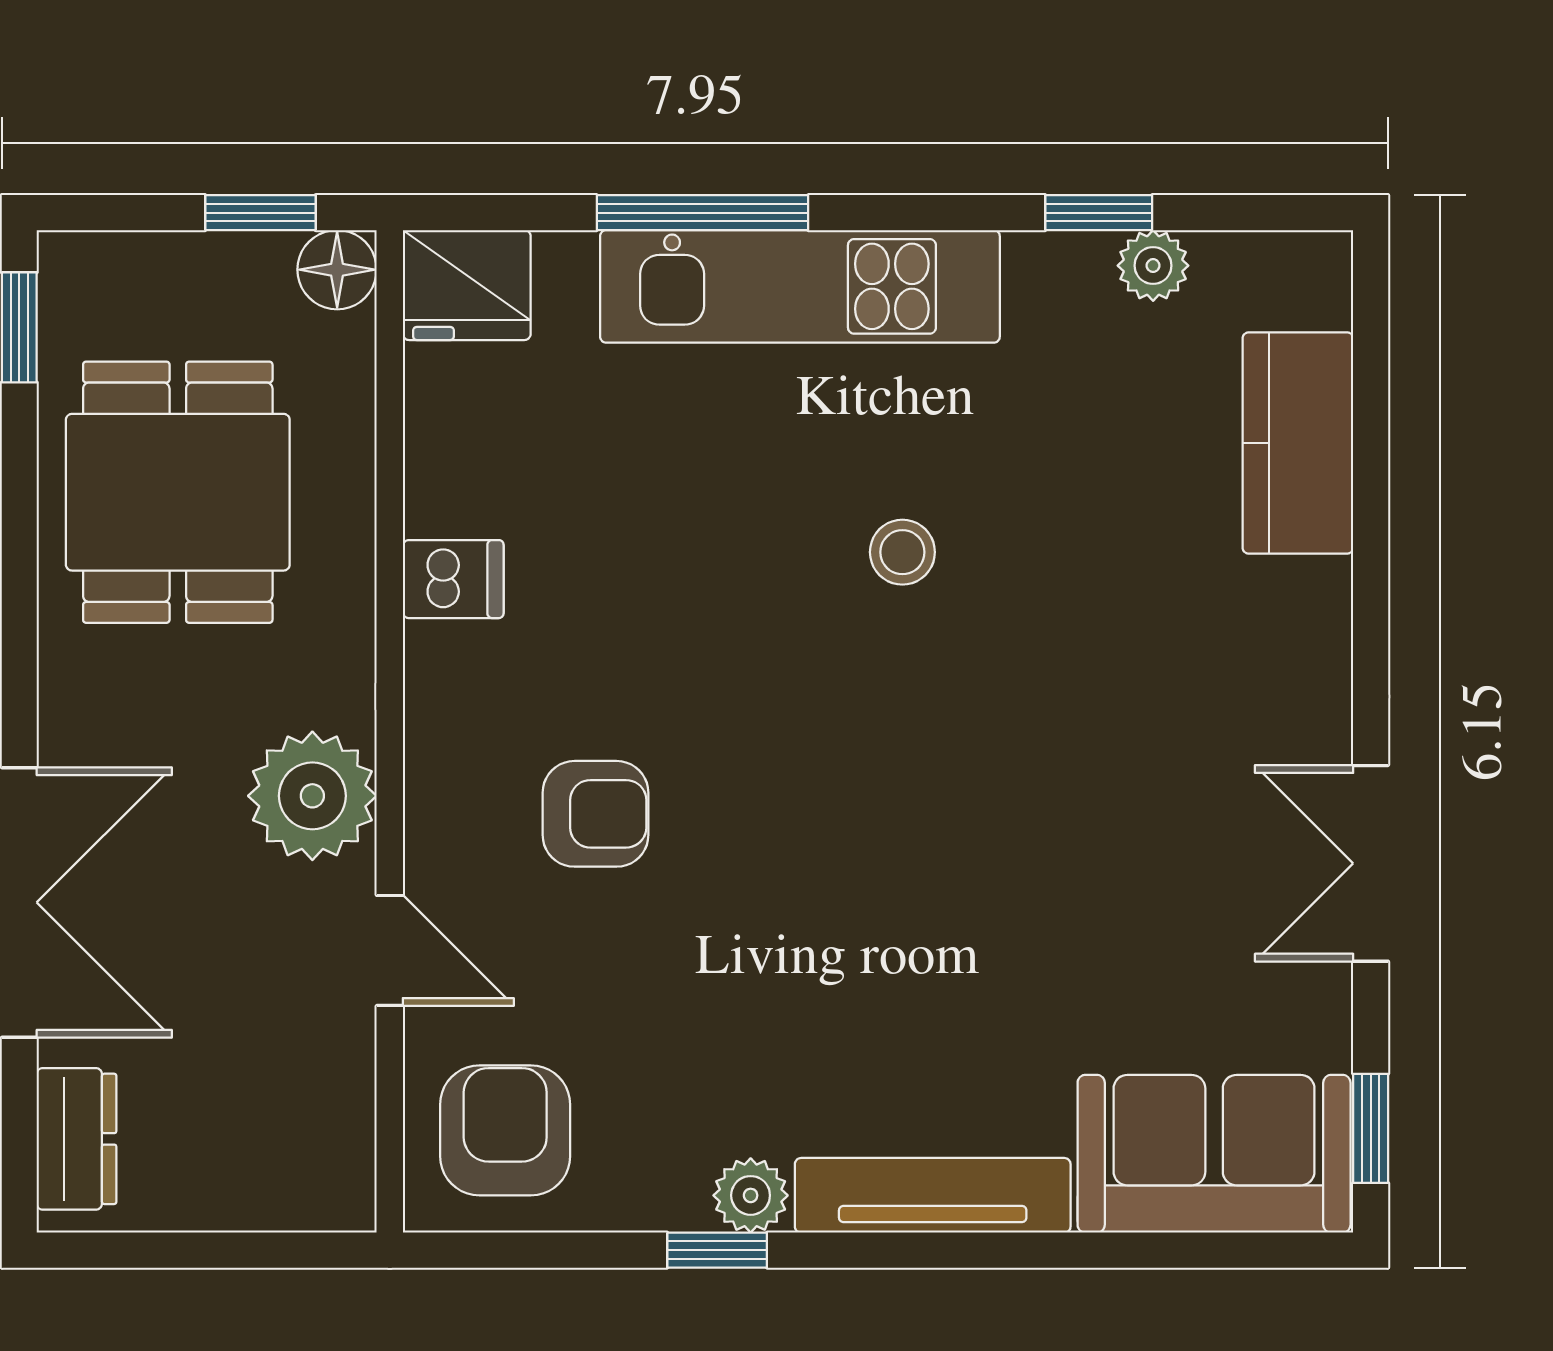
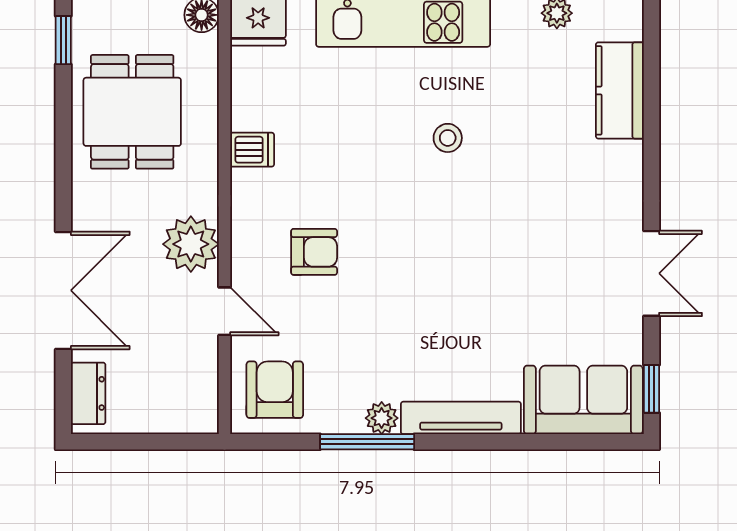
double door: (1371, 863) -> (652, 273), swing flipped
window: (717, 1250) -> (367, 442), width x2.17

